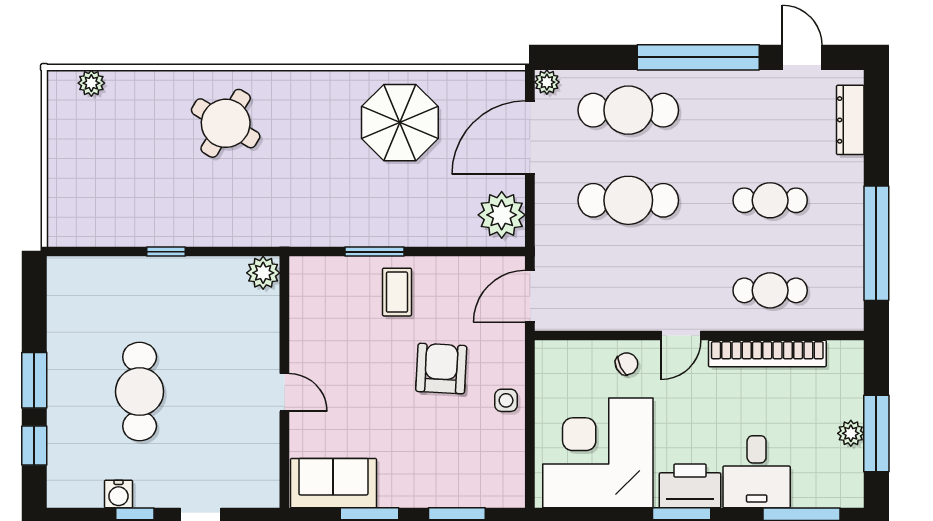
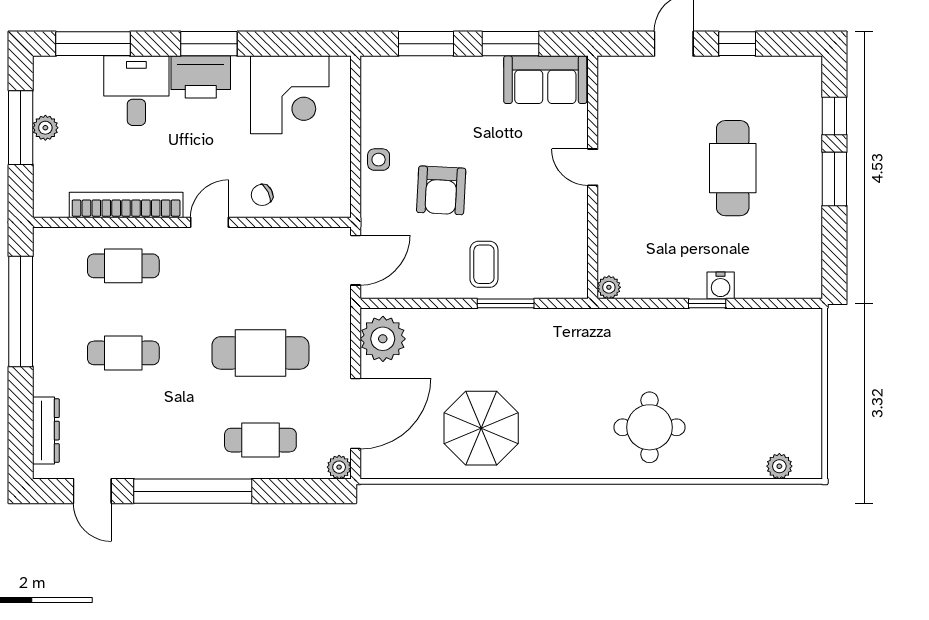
cafe table: (628, 110) -> (260, 440), width x0.73, depth x0.74
round table: (226, 123) -> (650, 427), turned -31
plant: (263, 273) -> (609, 287), width x0.73, depth x0.73
corner desk: (598, 453) -> (290, 95), width x0.74, depth x0.74
water cooler: (118, 494) -> (721, 285), moved, turned 180

